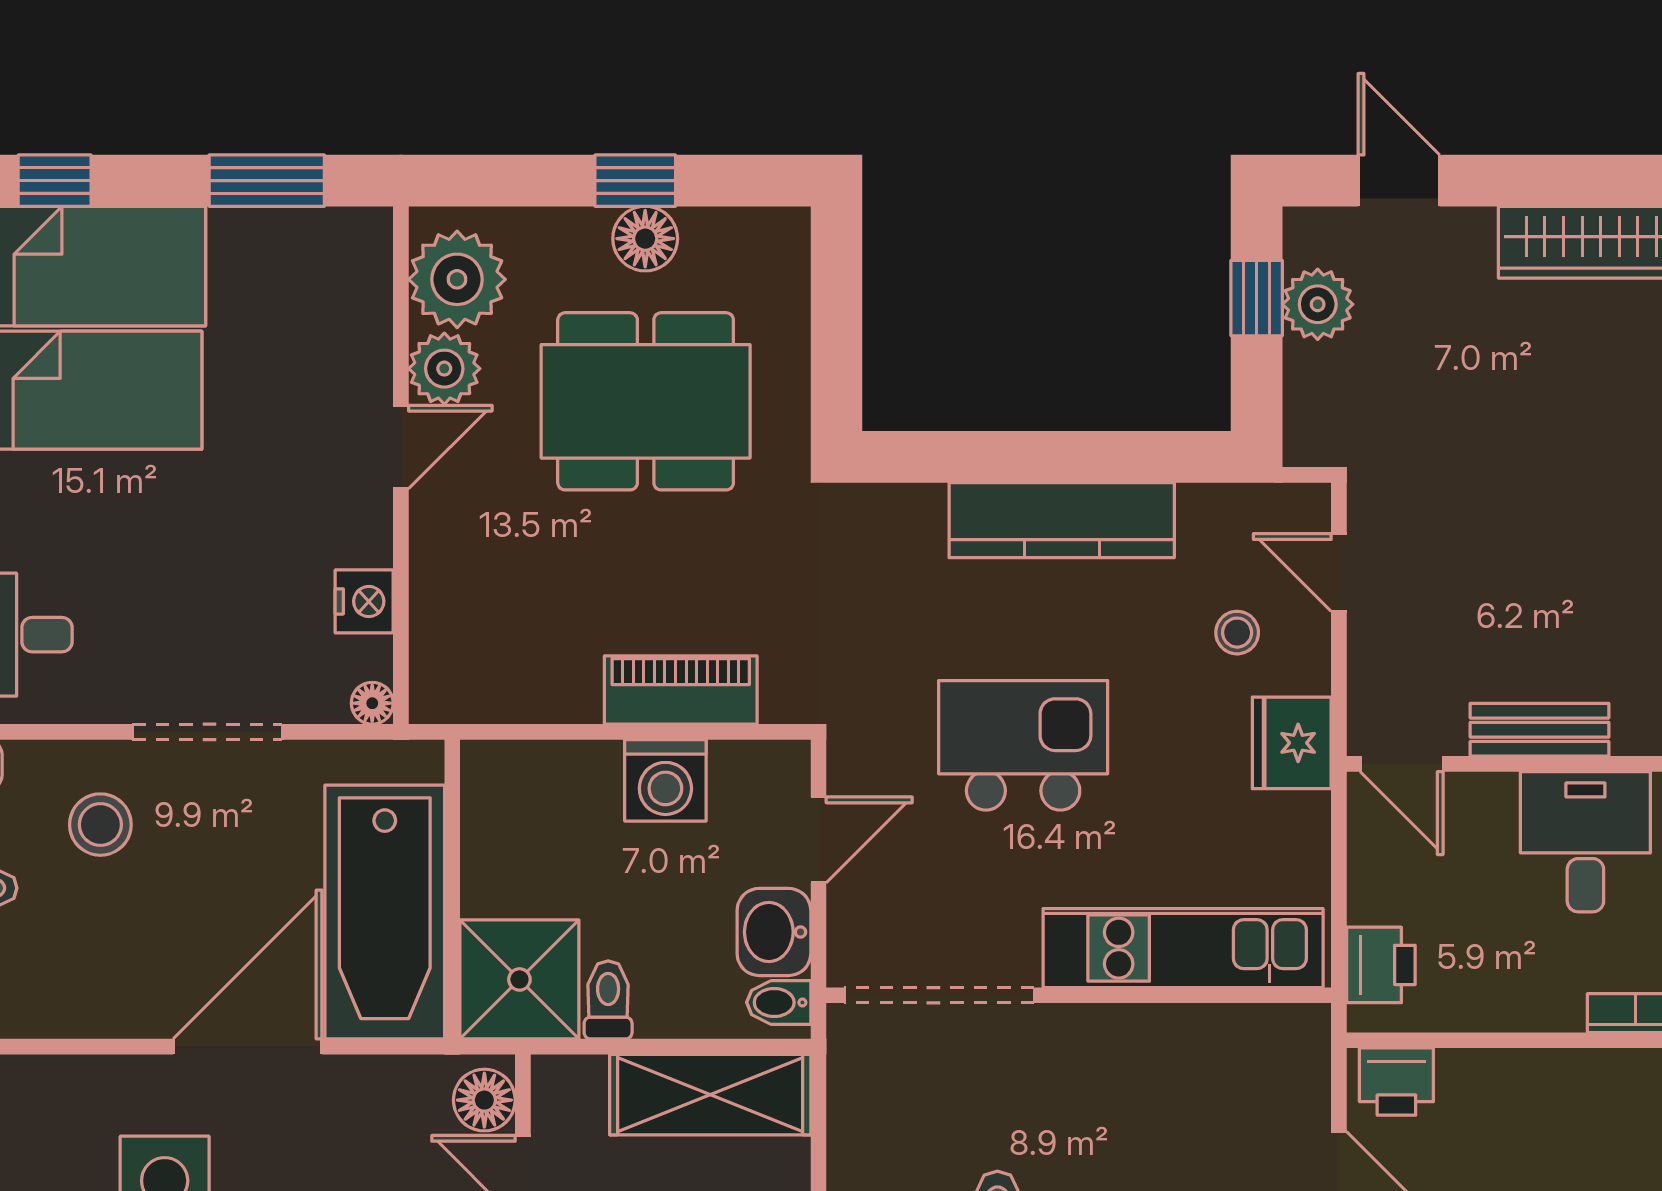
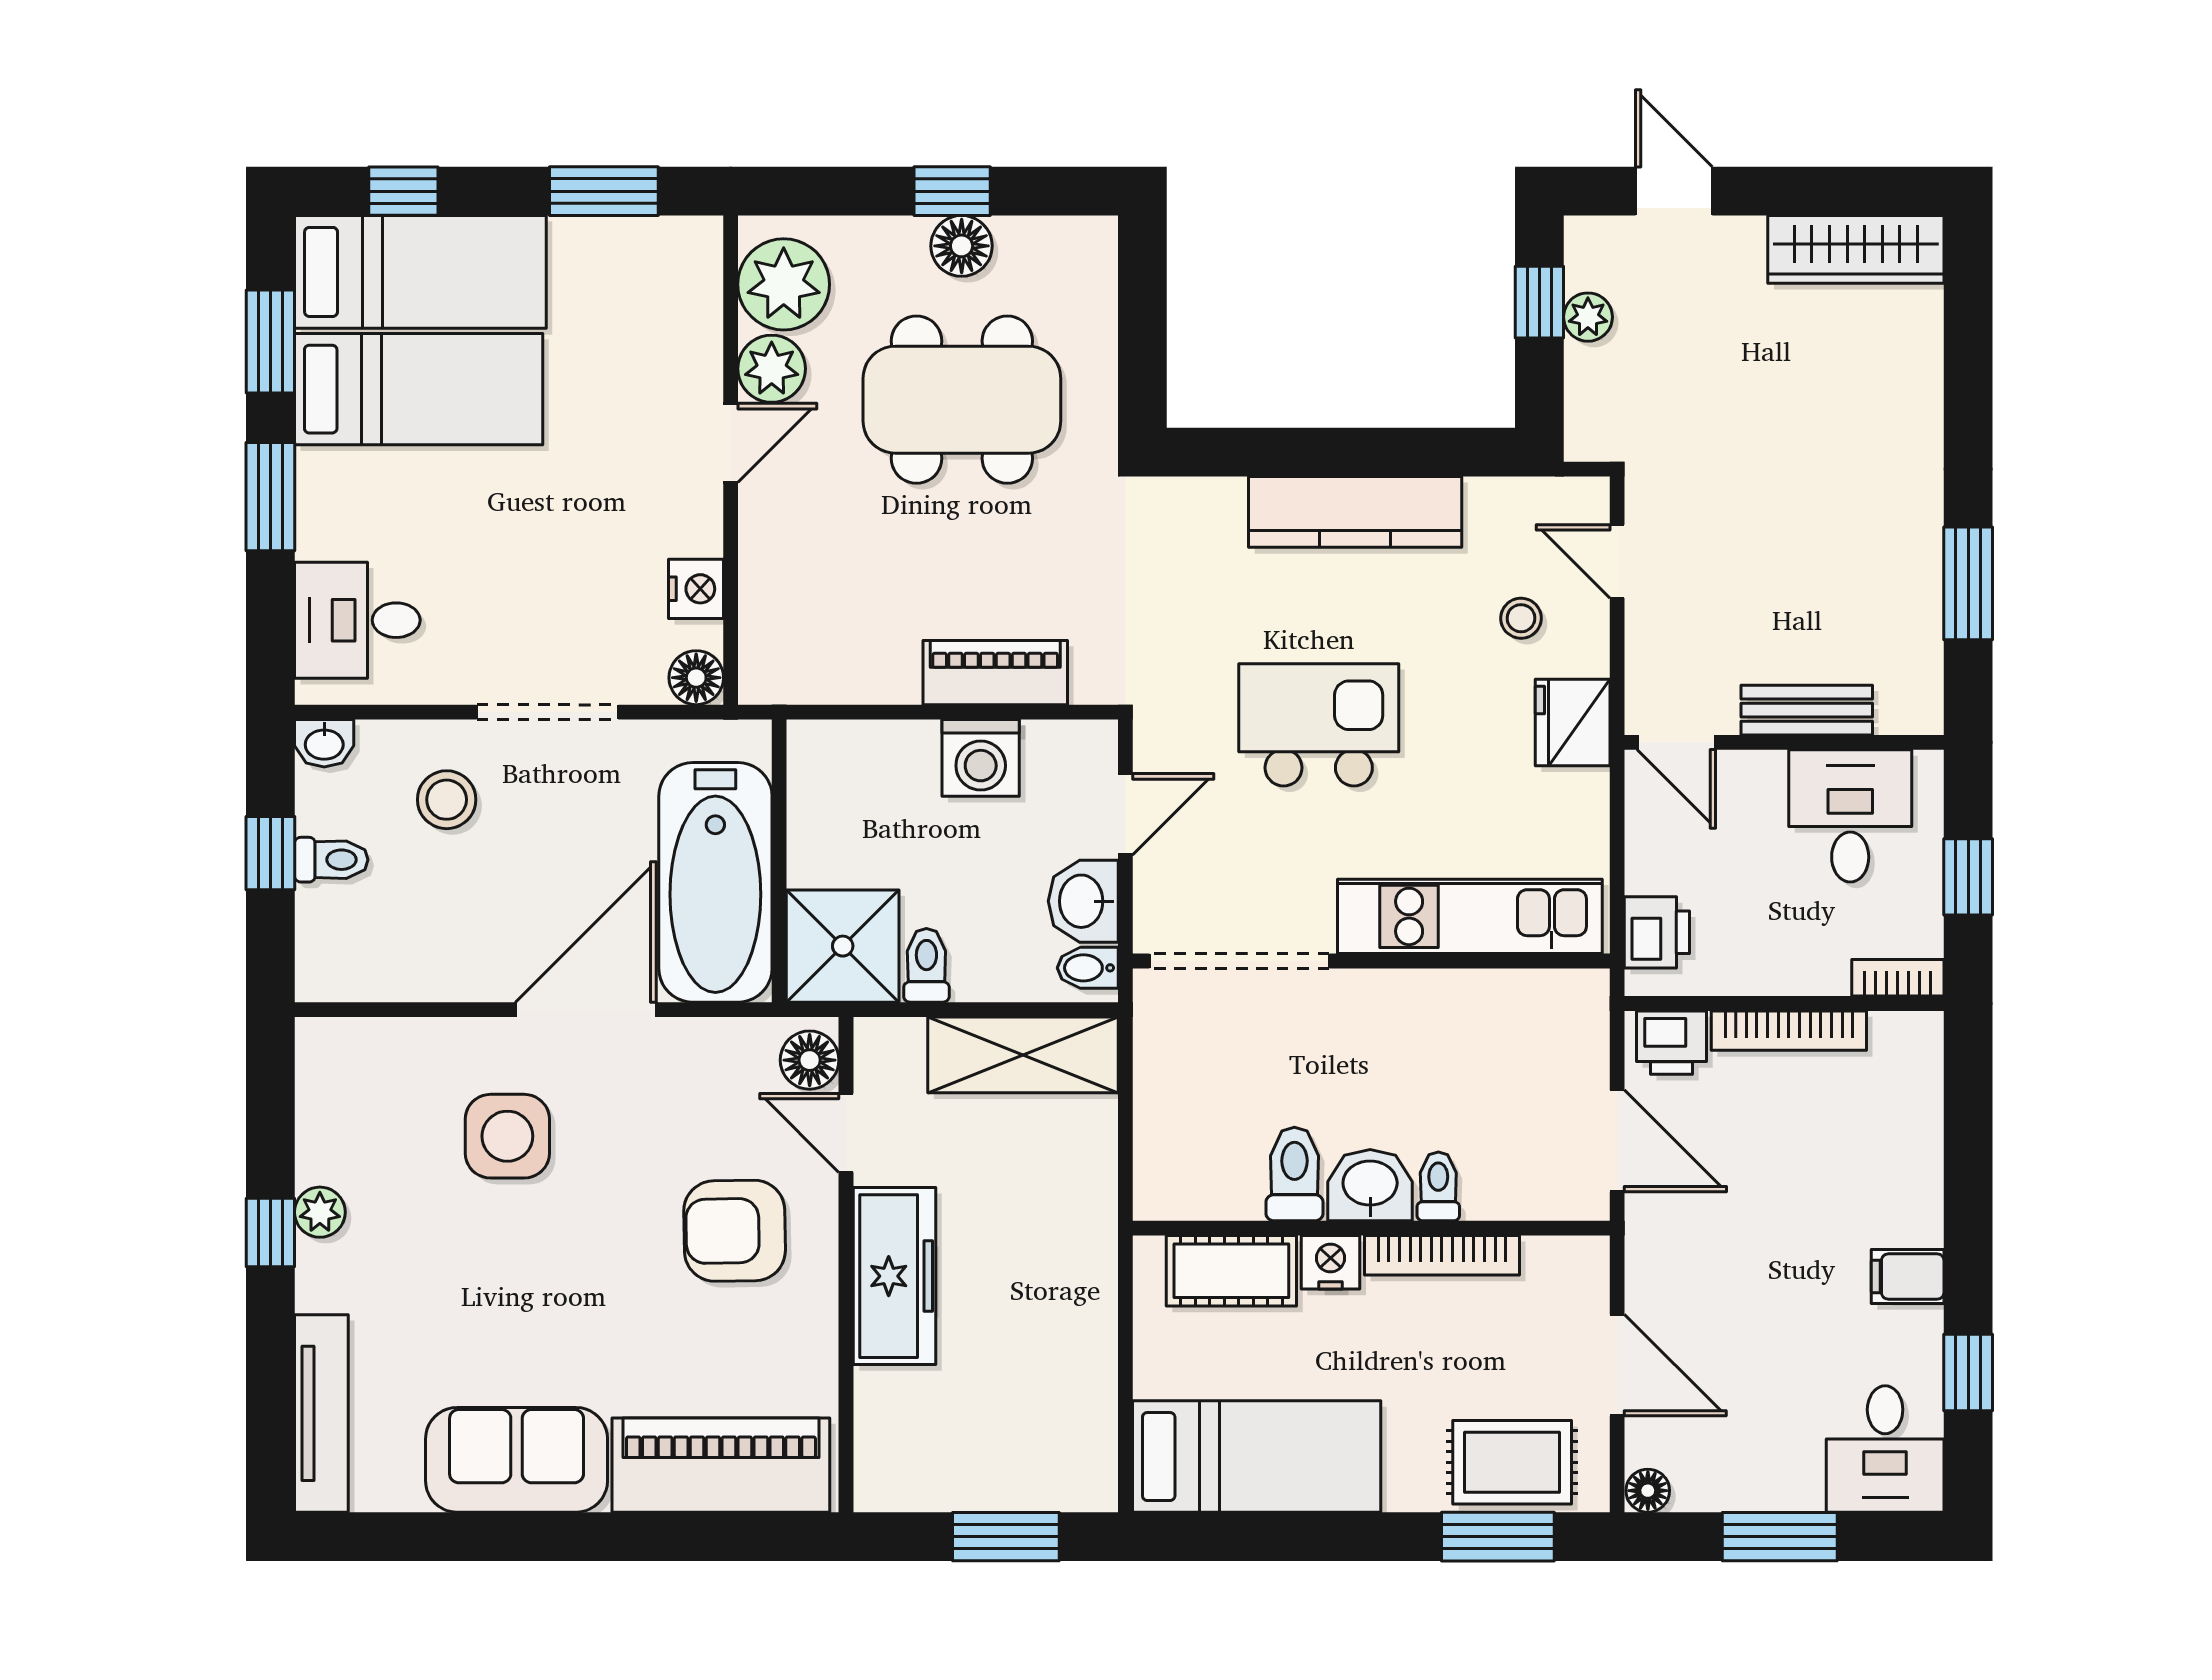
plant: (1318, 304) -> (1588, 317), width x0.73, depth x0.73
floor lamp: (372, 703) -> (696, 678), width x1.37, depth x1.37
bookcase: (1521, 1069) -> (1789, 1031), added

